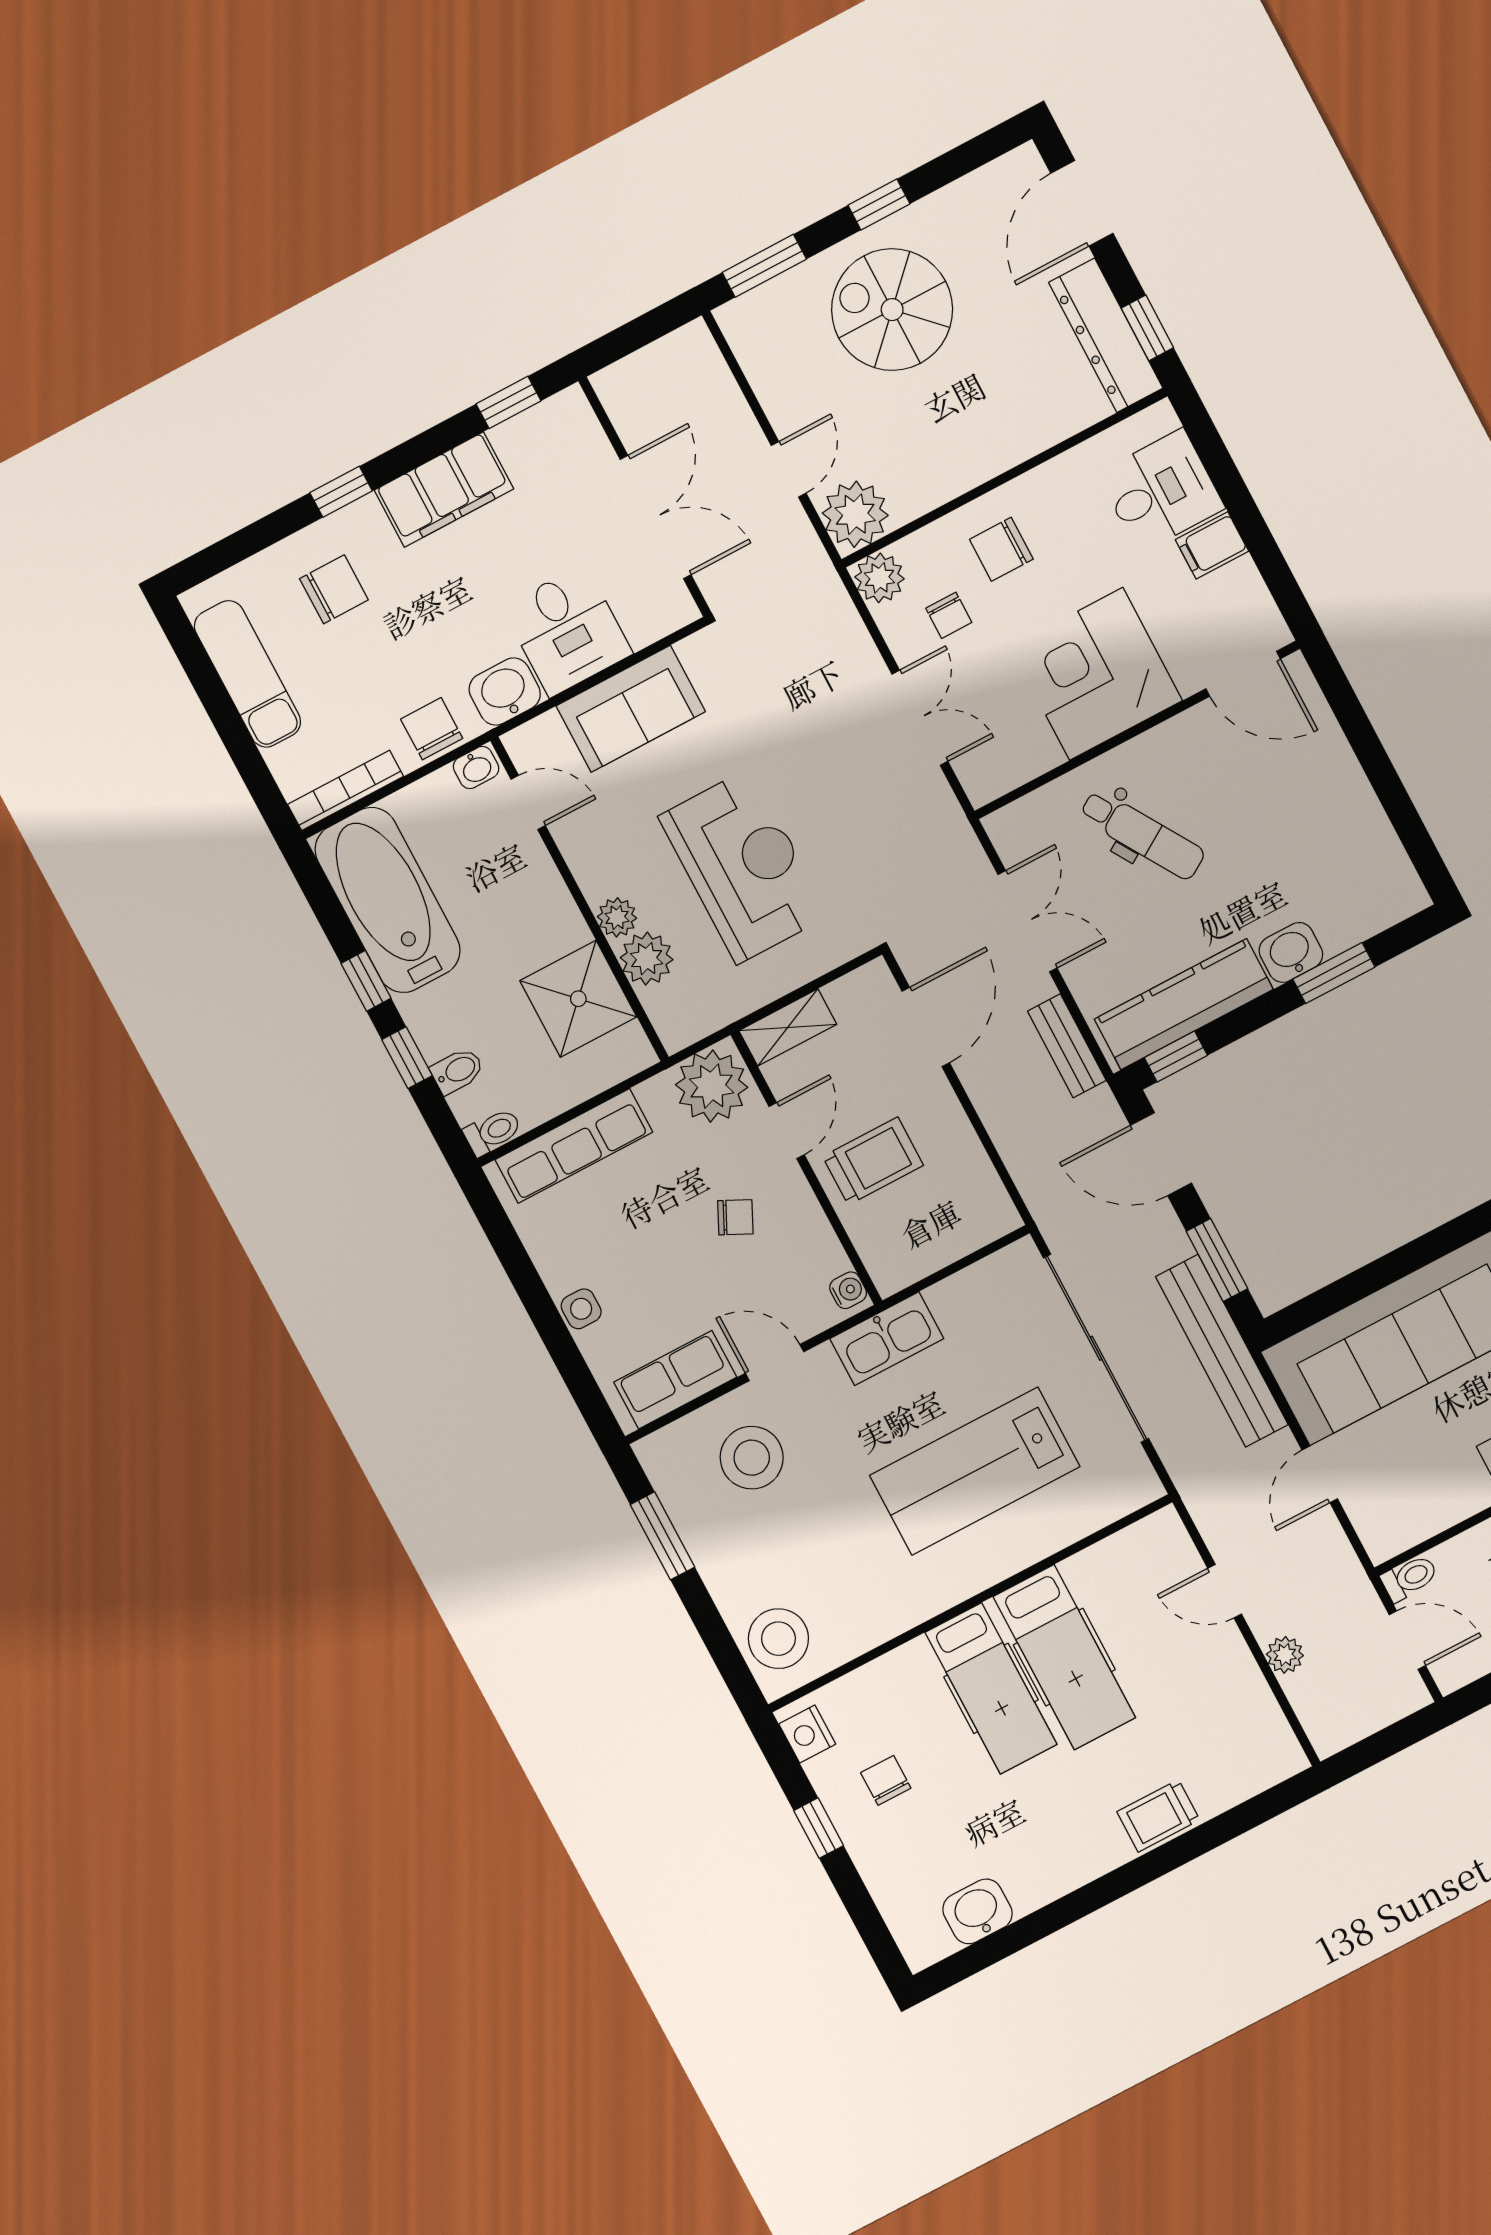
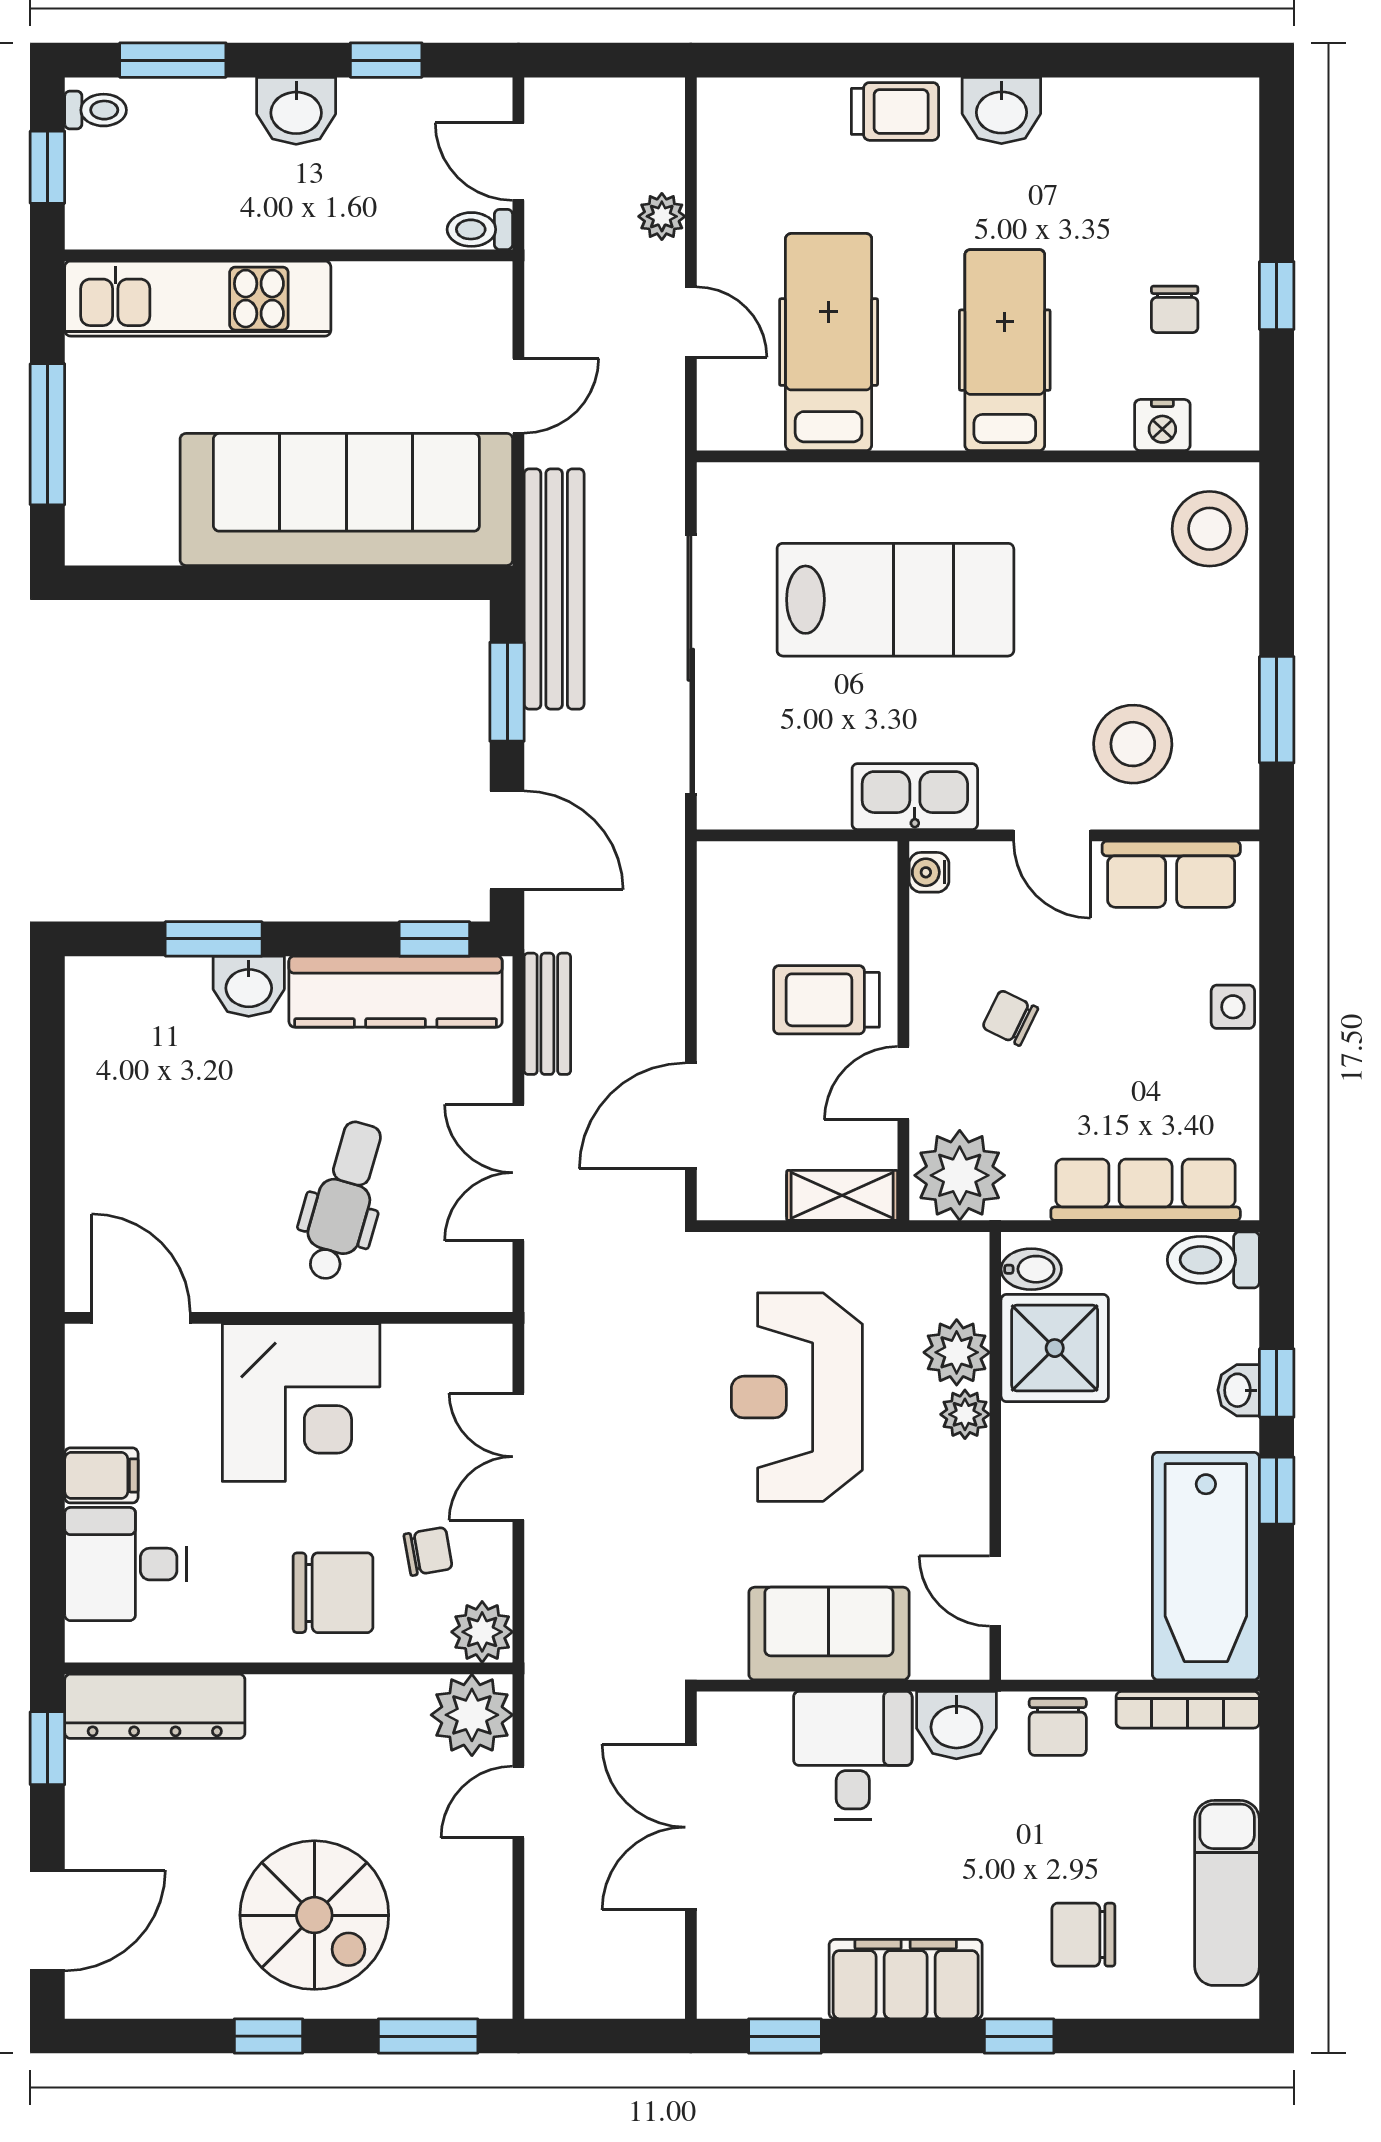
dresser: (1106, 335) -> (155, 1706), moved, turned 90
chair: (1001, 549) -> (333, 1593), width x1.37, depth x1.37
chair: (949, 615) -> (428, 1551), turned 80
washbasin: (476, 768) -> (1239, 1390), moved, turned -90
dental chair: (1142, 835) -> (343, 1201), turned 48
bidet: (457, 1071) -> (1031, 1269), moved, turned 180
toilet: (493, 1132) -> (1213, 1260), width x1.37, depth x1.39
hospital bed: (1064, 1657) -> (829, 342), moved
nightstand: (807, 1734) -> (1162, 425), moved, turned 90
washbasin: (977, 1911) -> (1001, 110), moved

